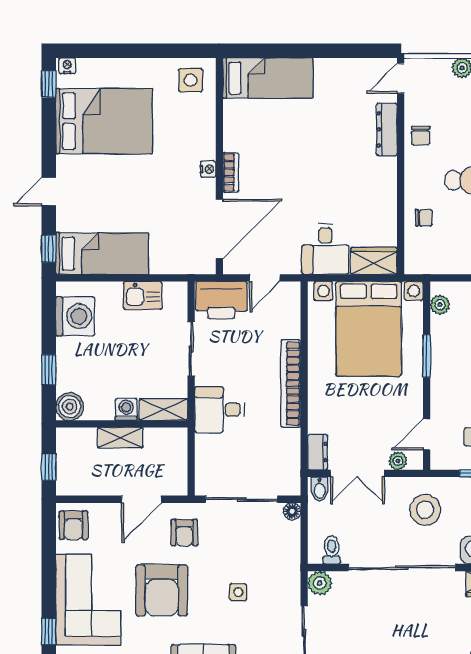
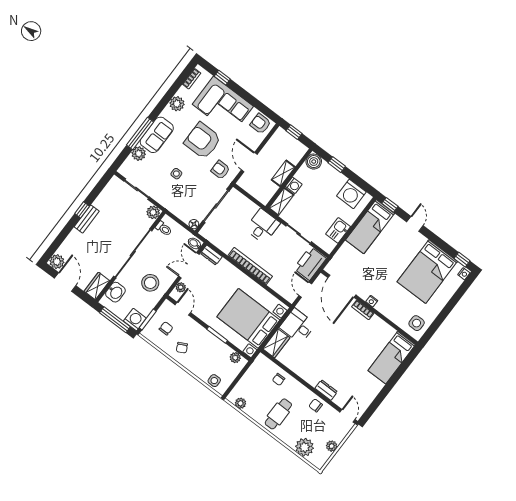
dresser: (387, 129) -> (326, 390), width x0.70

